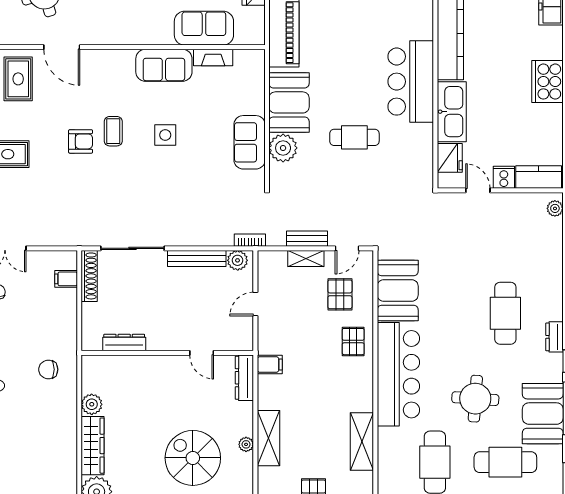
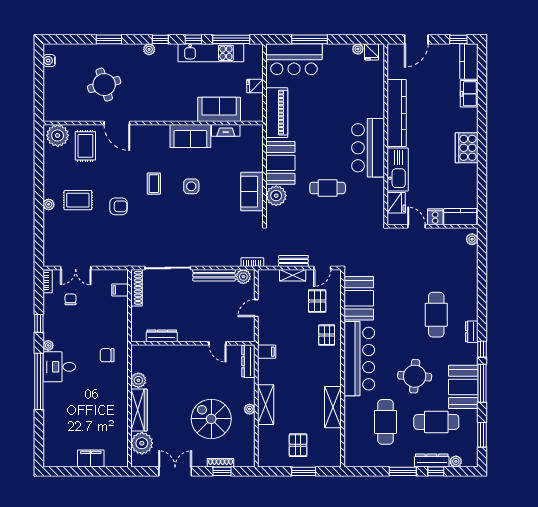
armchair: (81, 141) -> (118, 206), moved

